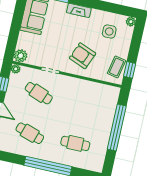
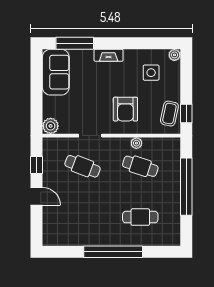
armchair: (83, 56) -> (125, 109), turned -112
plant: (16, 69) -> (136, 143), moved
cafe table: (30, 133) -> (140, 166), moved

